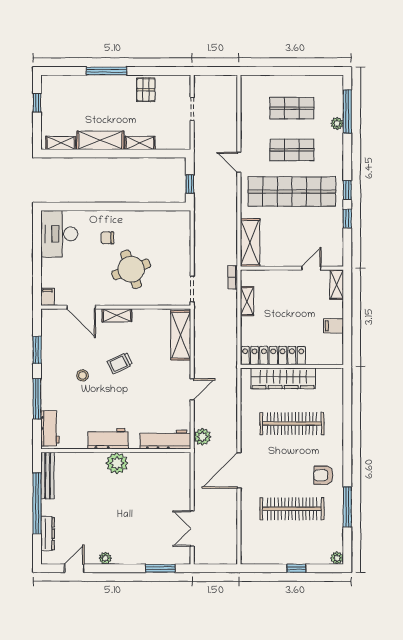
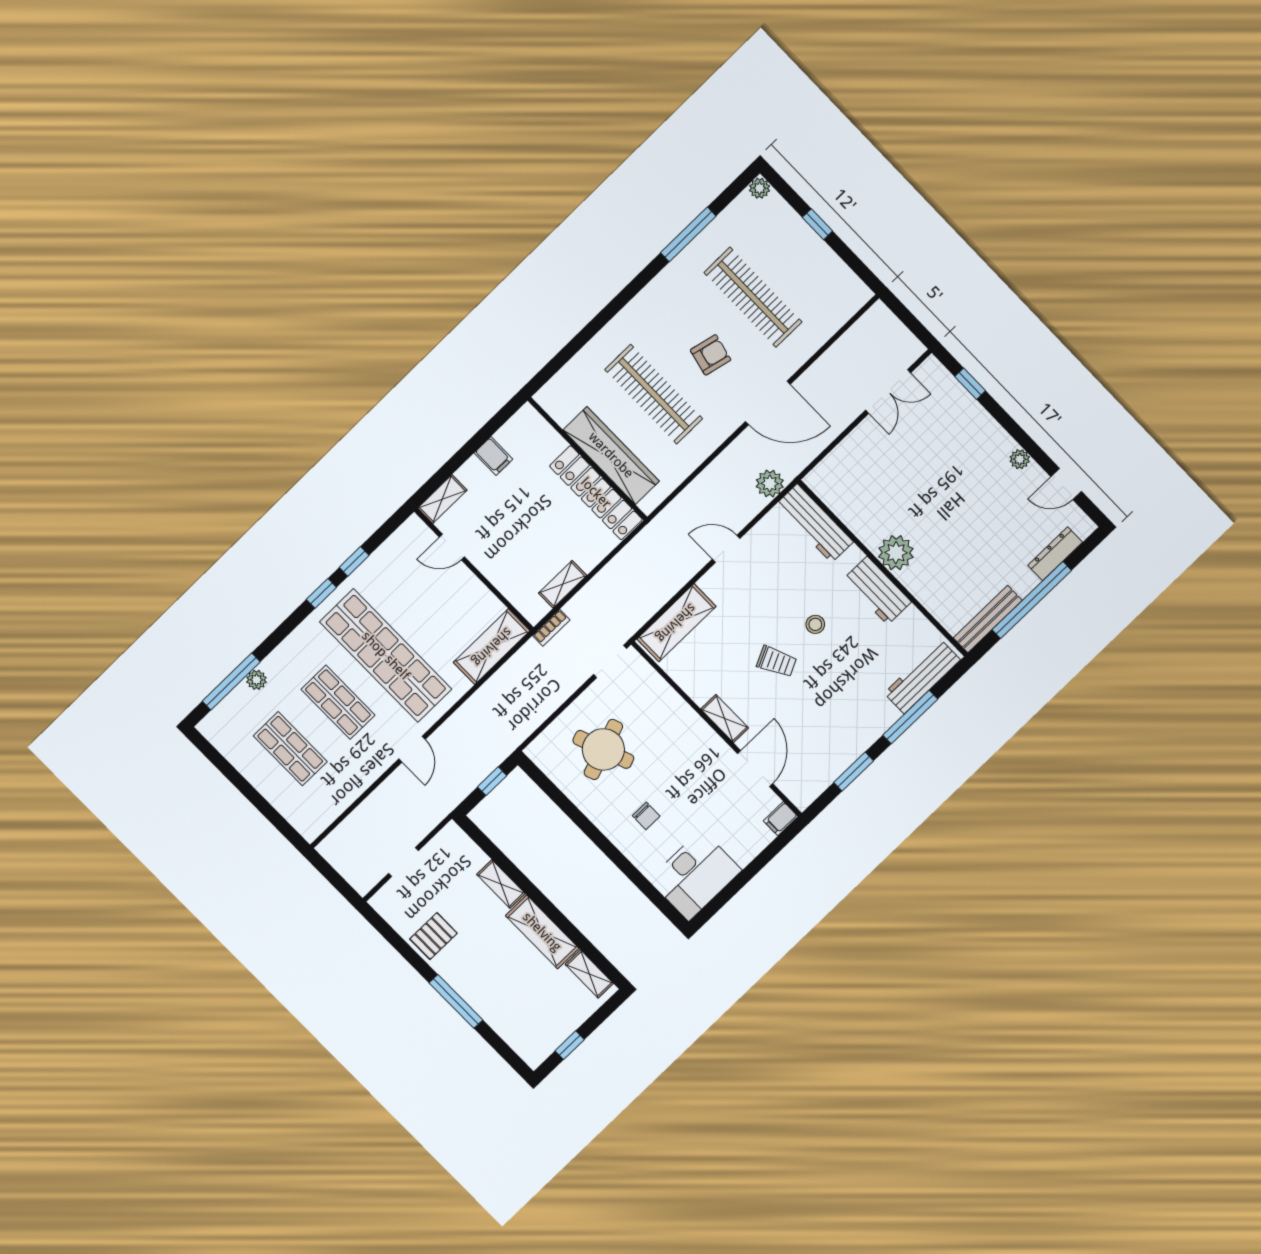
round table: (131, 269) -> (603, 749), moved
stool: (82, 375) -> (815, 624), moved
workbench: (50, 428) -> (922, 676), width x1.38
armchair: (323, 475) -> (711, 355), moved, turned -77
window: (160, 568) -> (970, 384), width x0.67

